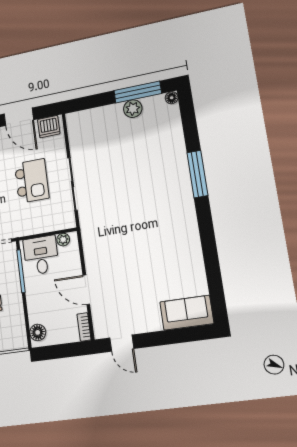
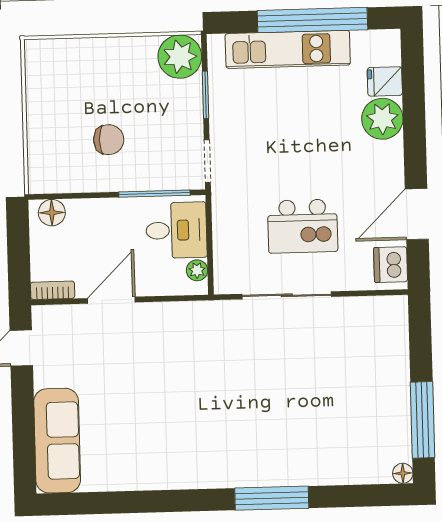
plant: (133, 109) -> (396, 409), removed
sofa: (187, 313) -> (57, 441), width x1.36

